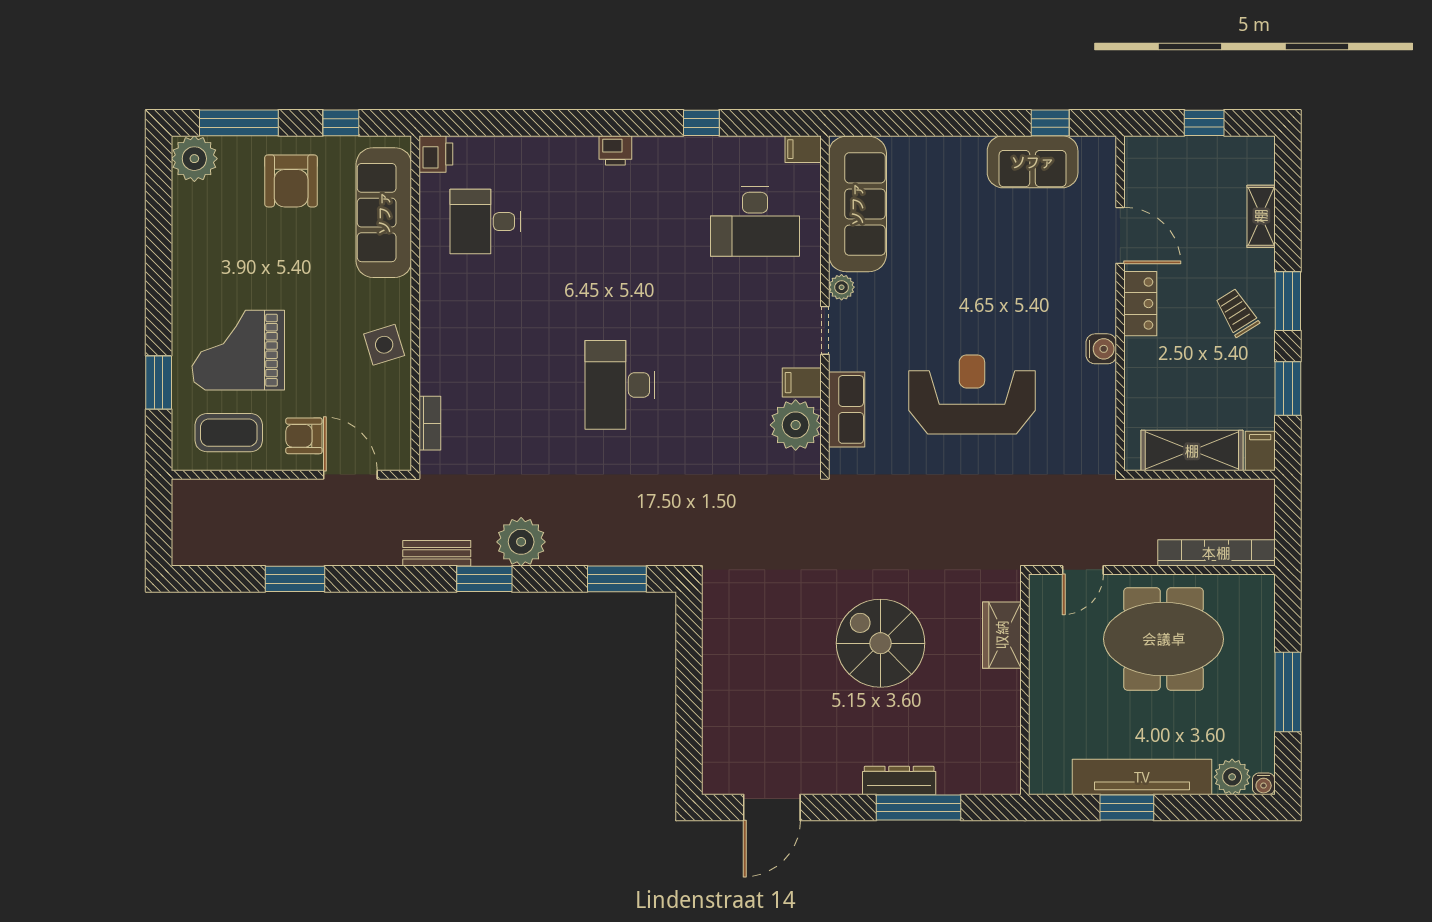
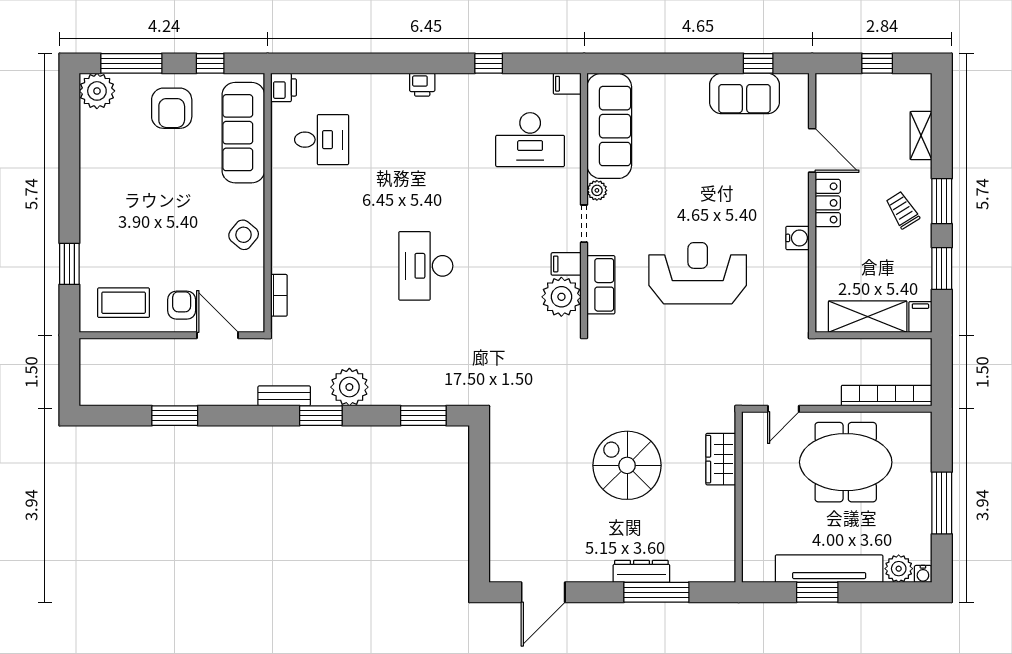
desk: (485, 222) -> (322, 140), turned 180
side table: (384, 345) -> (244, 235), turned -34
grand piano: (238, 350) -> (131, 239), removed
armchair: (304, 436) -> (182, 305), turned 90

